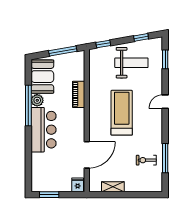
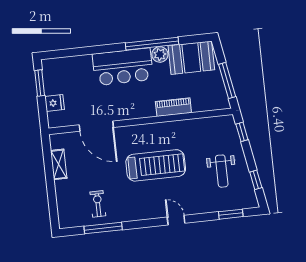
weight bench: (131, 63) -> (222, 171), width x0.73, depth x0.75
fridge: (78, 185) -> (55, 103), moved

